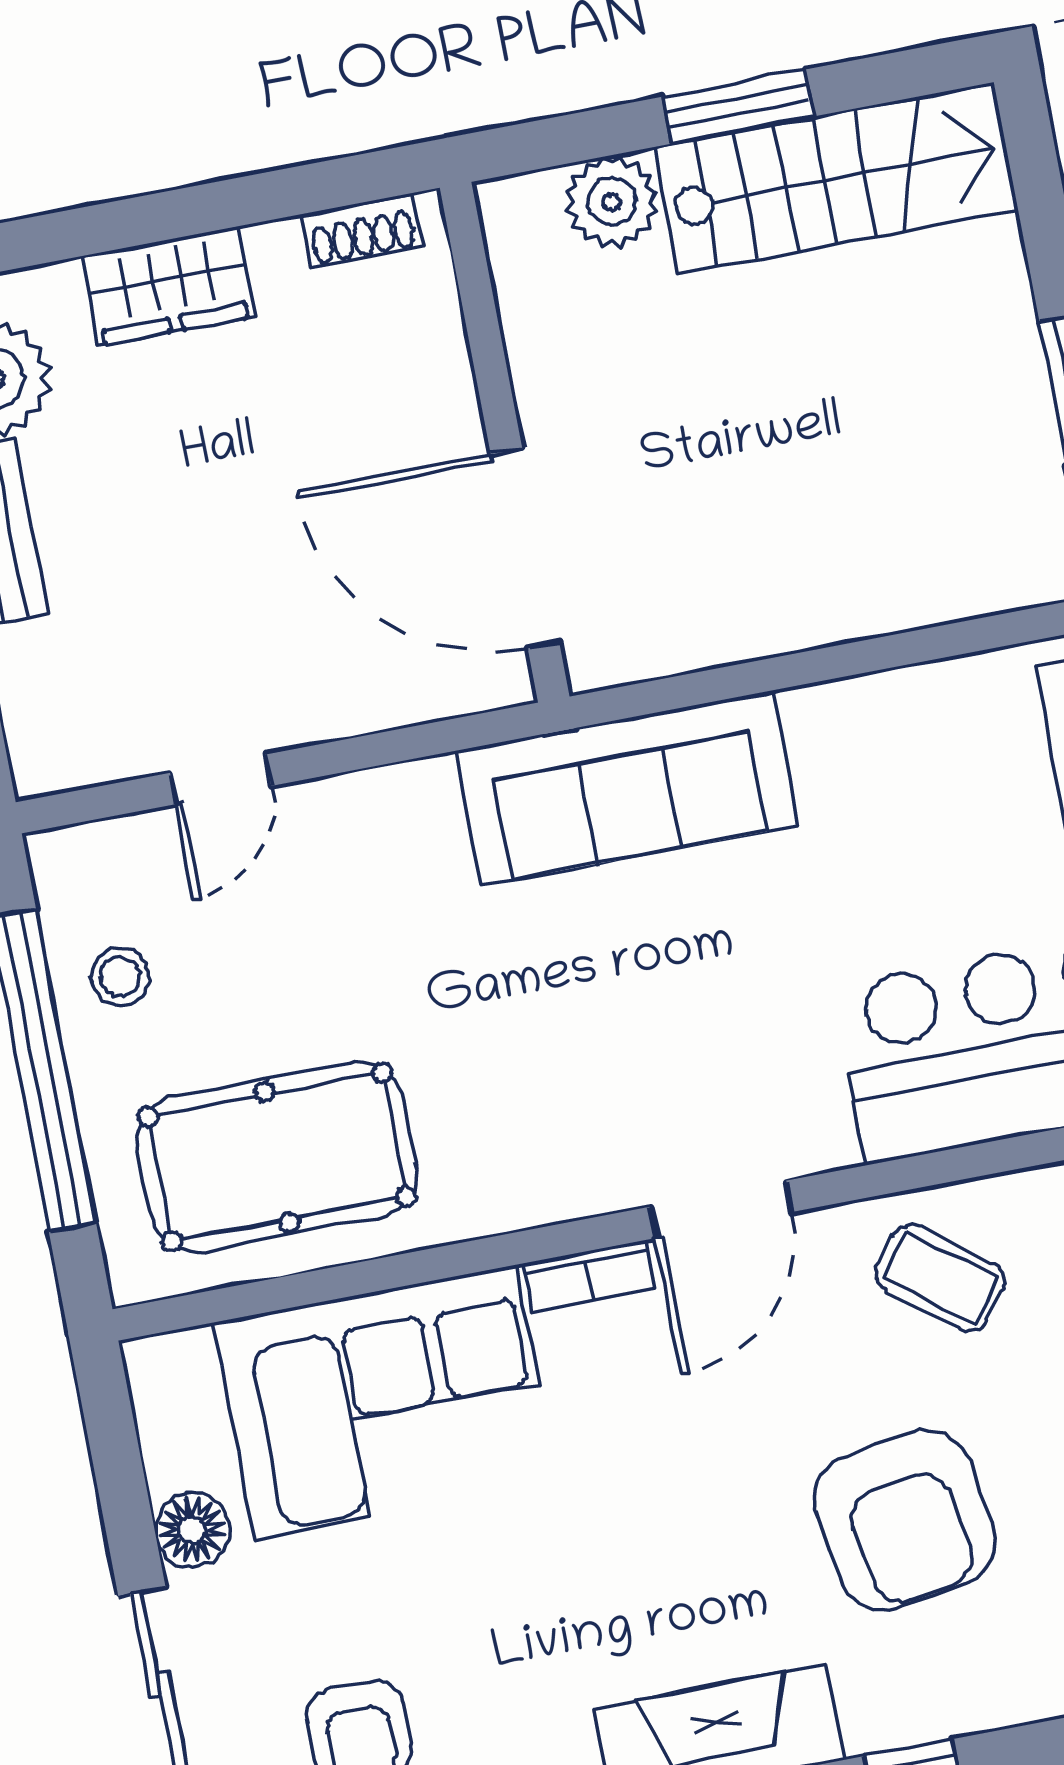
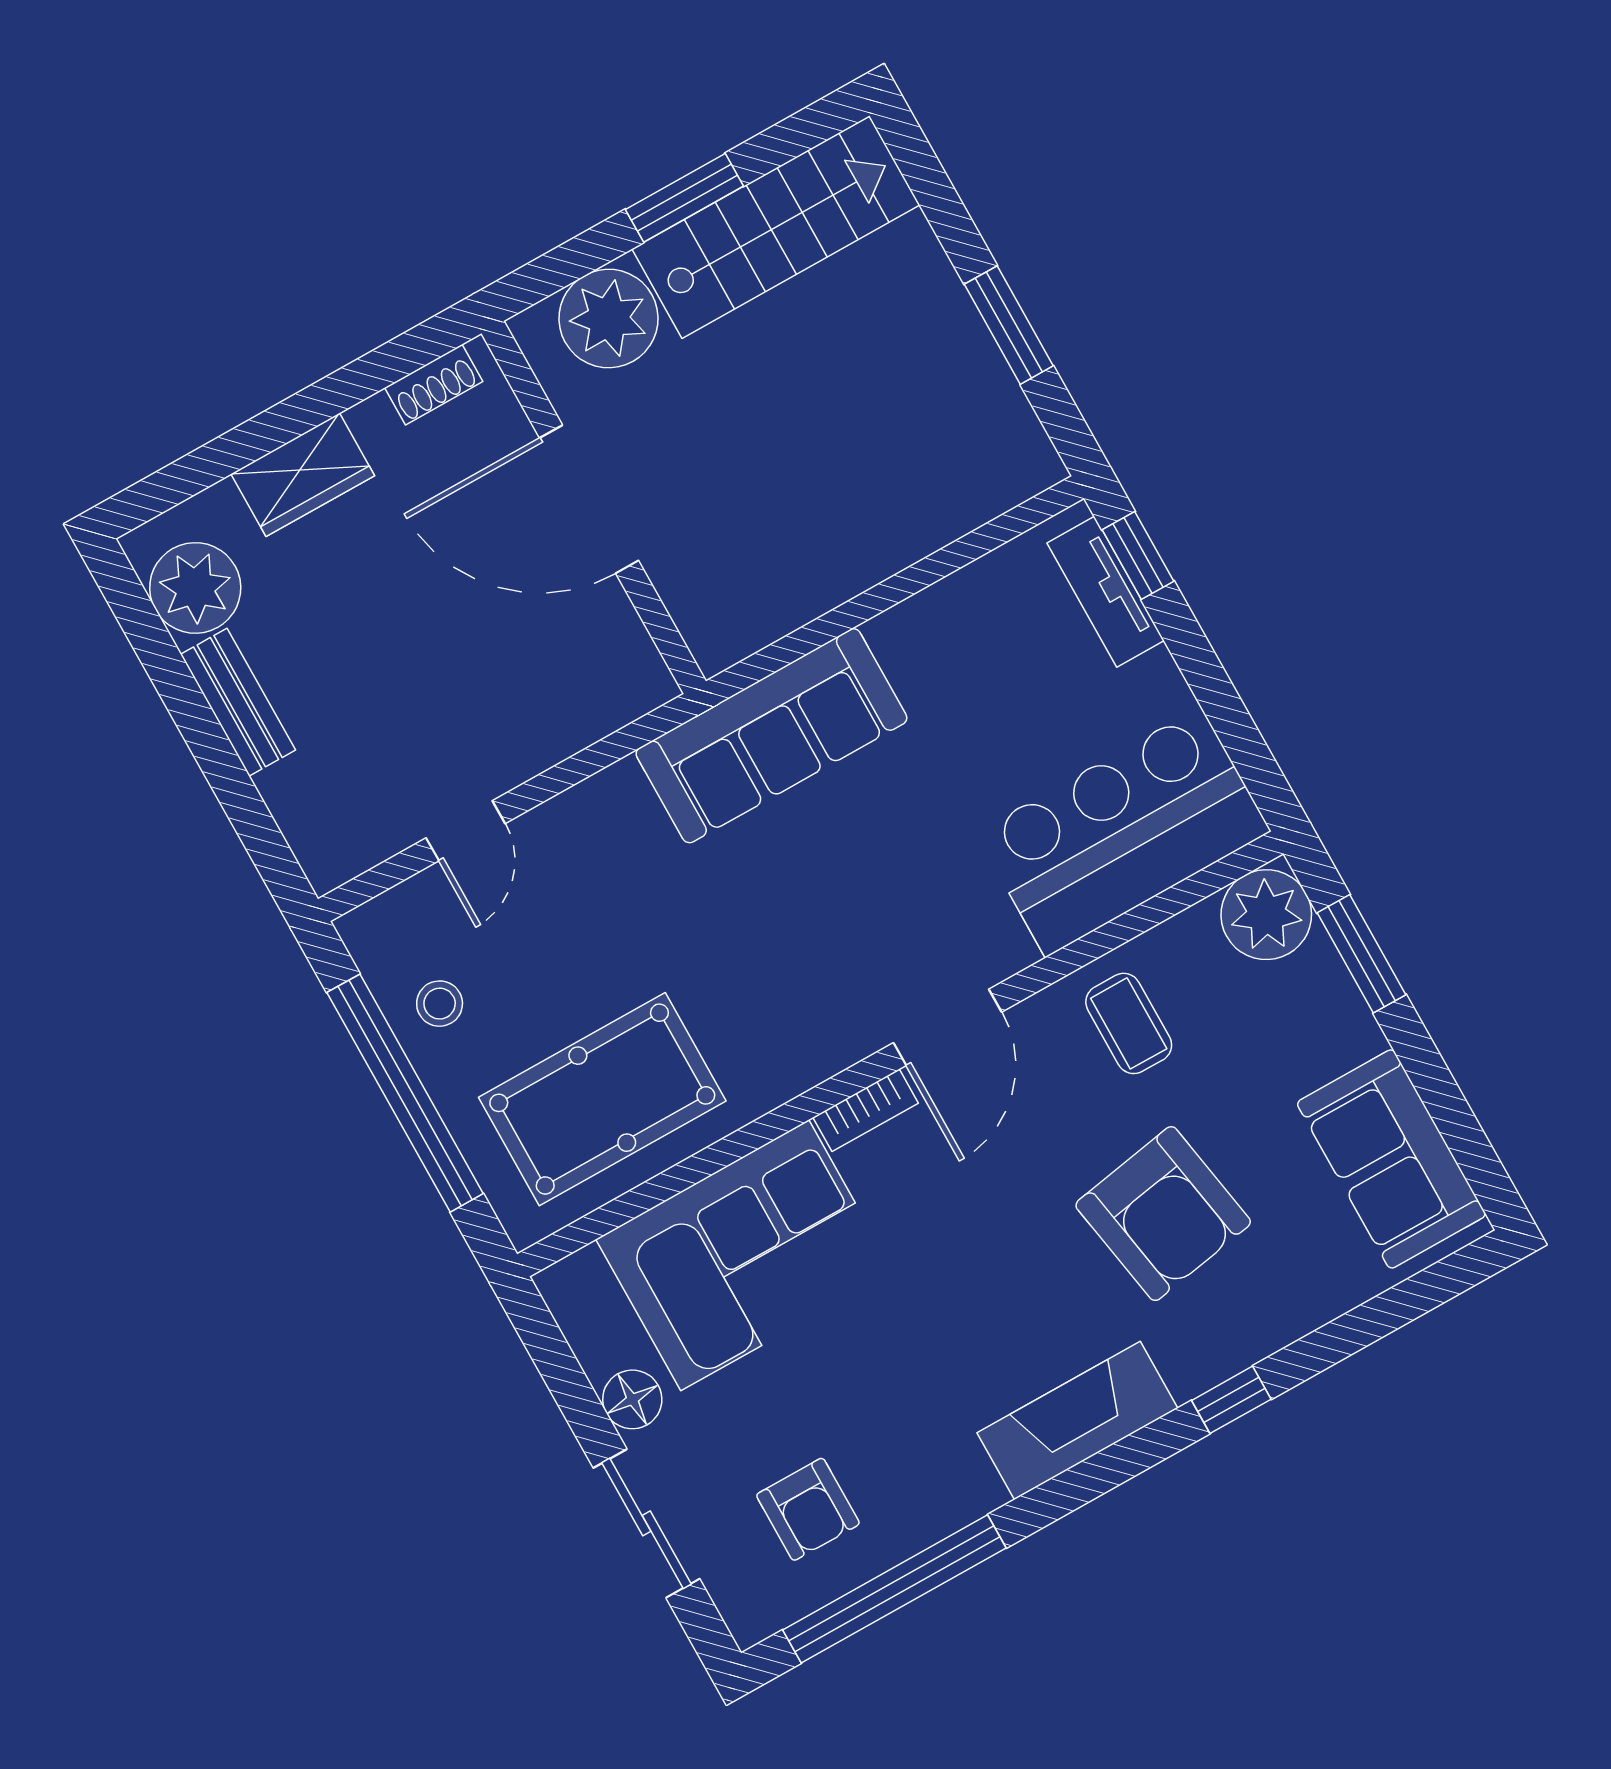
plant: (612, 202) -> (609, 319), width x1.36, depth x1.36
door: (525, 548) -> (589, 499), moved
coffee table: (940, 1278) -> (1129, 1023), turned 52

